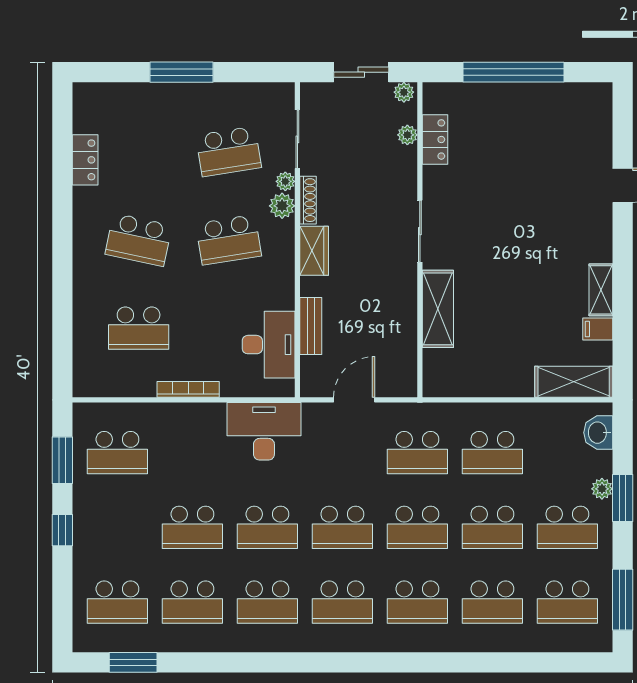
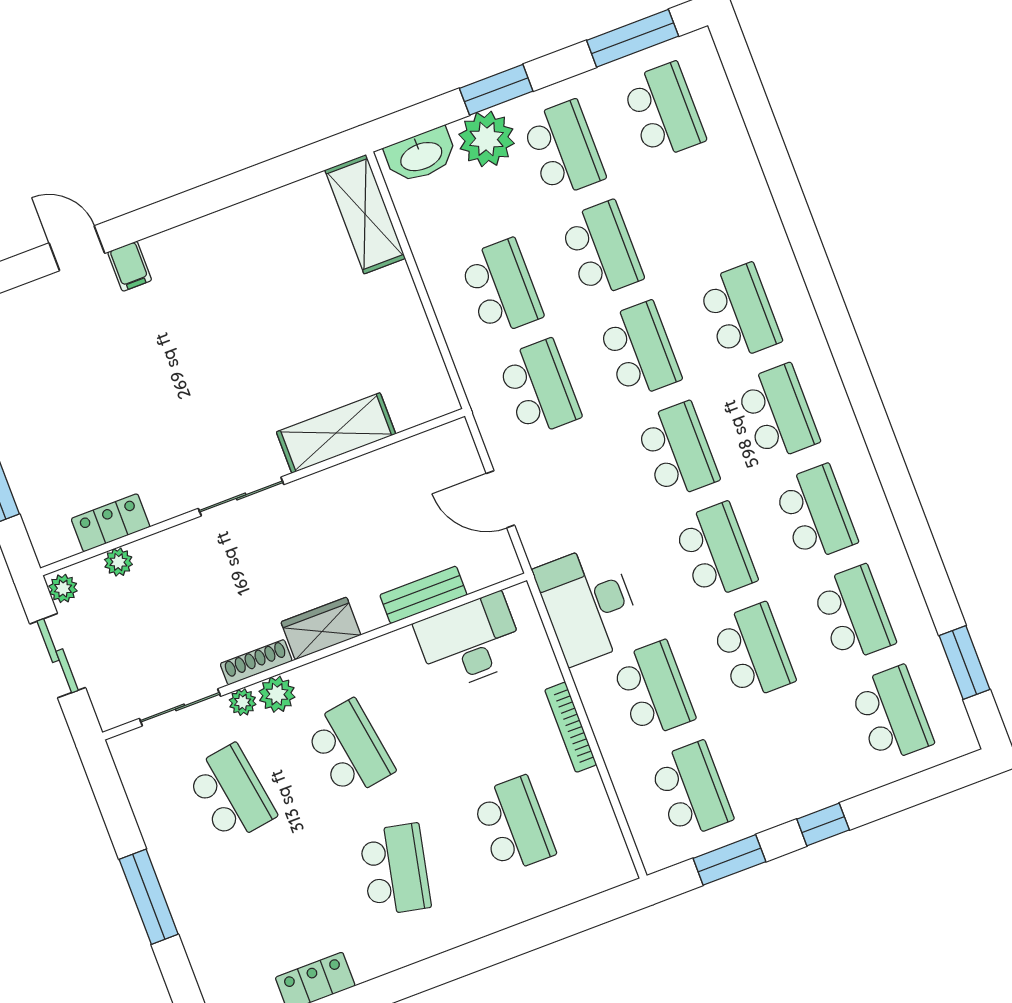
shelving: (601, 290) -> (228, 224), removed
filing cabinet: (598, 329) -> (130, 266), moved
washbasin: (598, 433) -> (421, 155), width x1.38
plant: (602, 489) -> (487, 139), width x1.88, depth x1.88
school desk: (492, 602) -> (653, 689), moved

